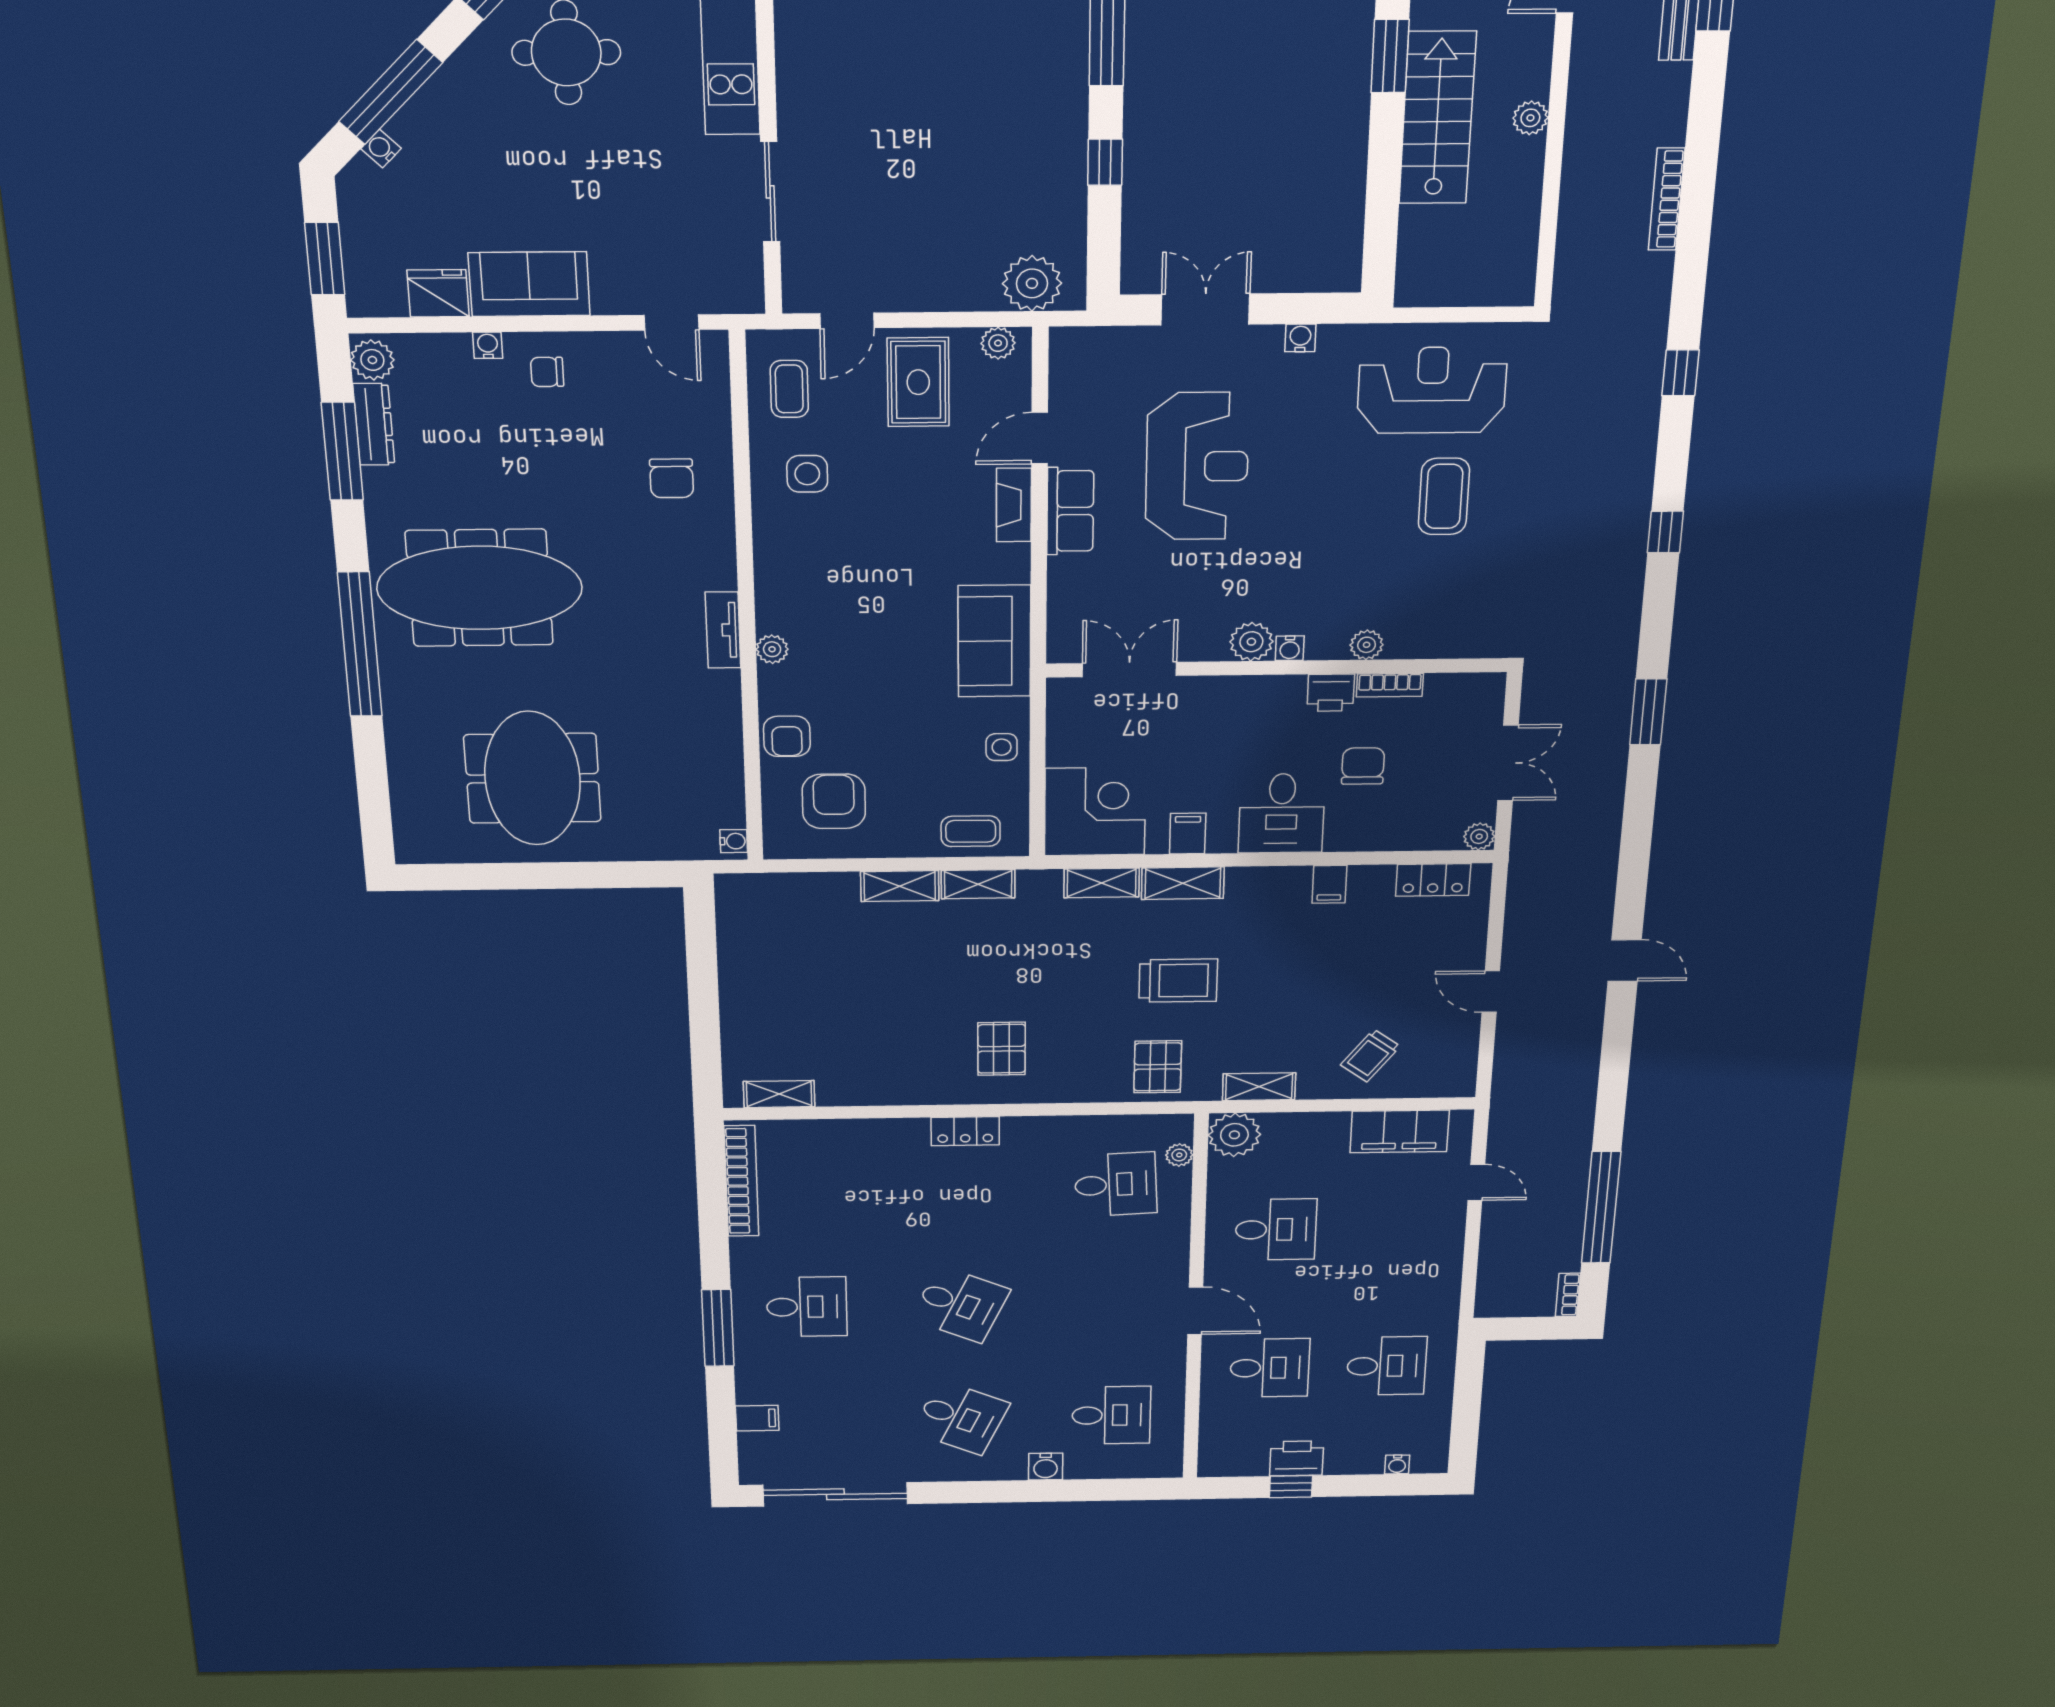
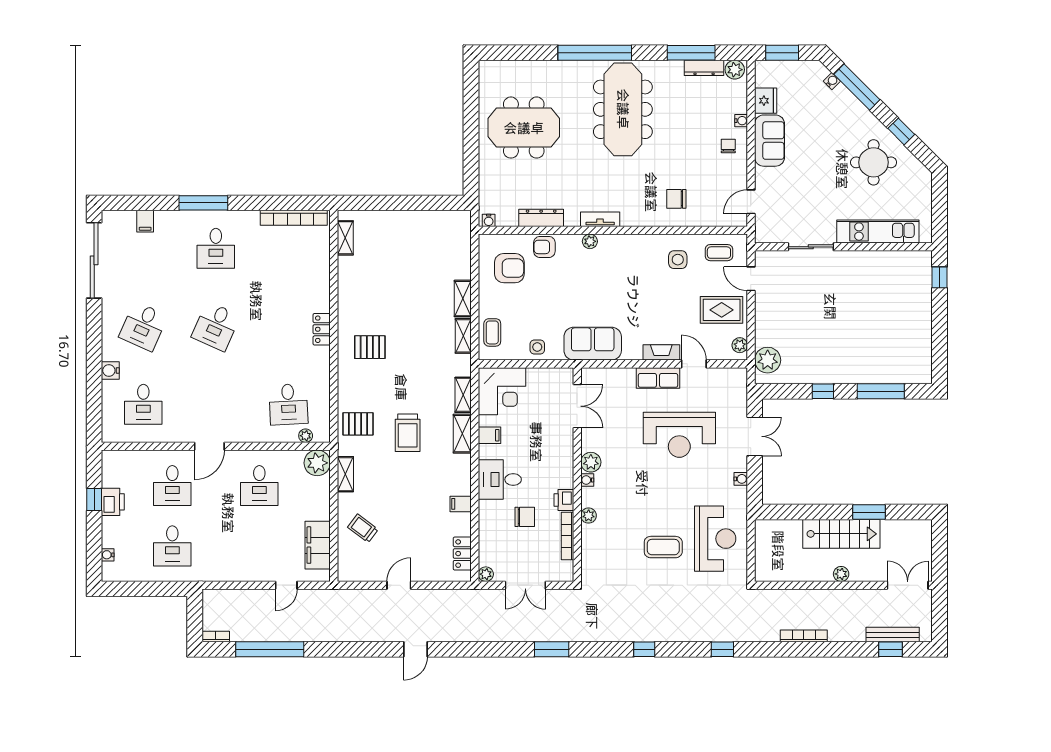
bookcase: (1390, 685) -> (567, 536), width x1.56
dresser: (725, 743) -> (541, 218), added

